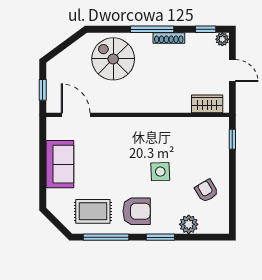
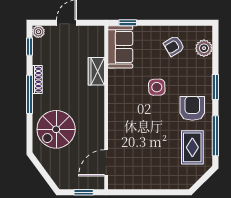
wardrobe: (207, 104) -> (96, 71), moved
sofa: (60, 164) -> (120, 47), moved, turned 90
plant: (189, 224) -> (204, 48), moved

